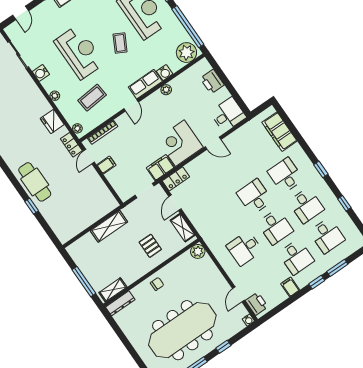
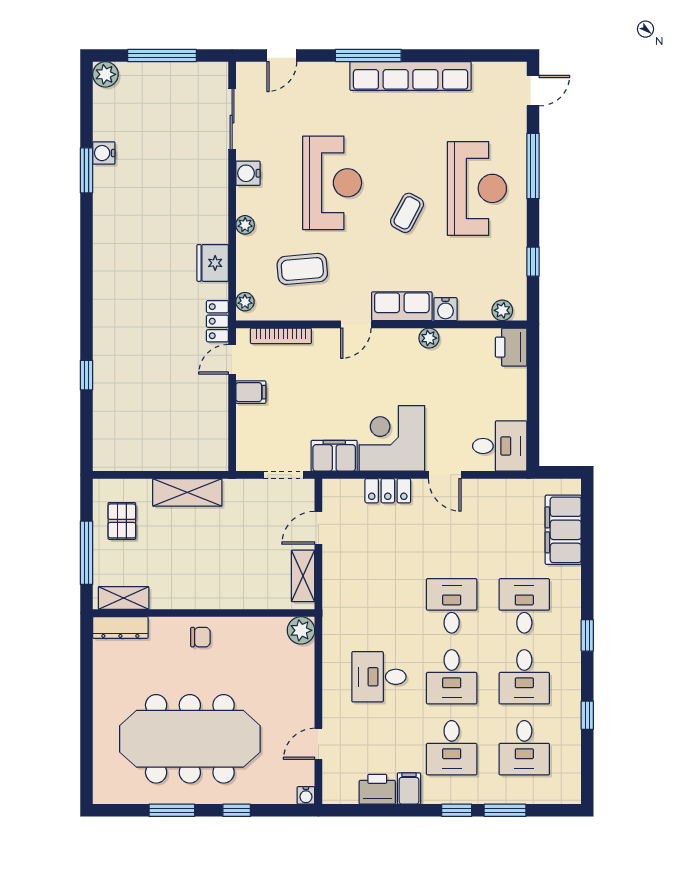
window: (188, 27) -> (533, 262), width x0.32
plant: (186, 53) -> (502, 310), width x0.53, depth x0.53
printer: (212, 82) -> (511, 347), moved
locker: (176, 179) -> (388, 491), moved
cafe table: (35, 182) -> (118, 340), removed
pallet: (150, 246) -> (122, 521), moved
printer: (257, 304) -> (377, 789), moved, turned -90

